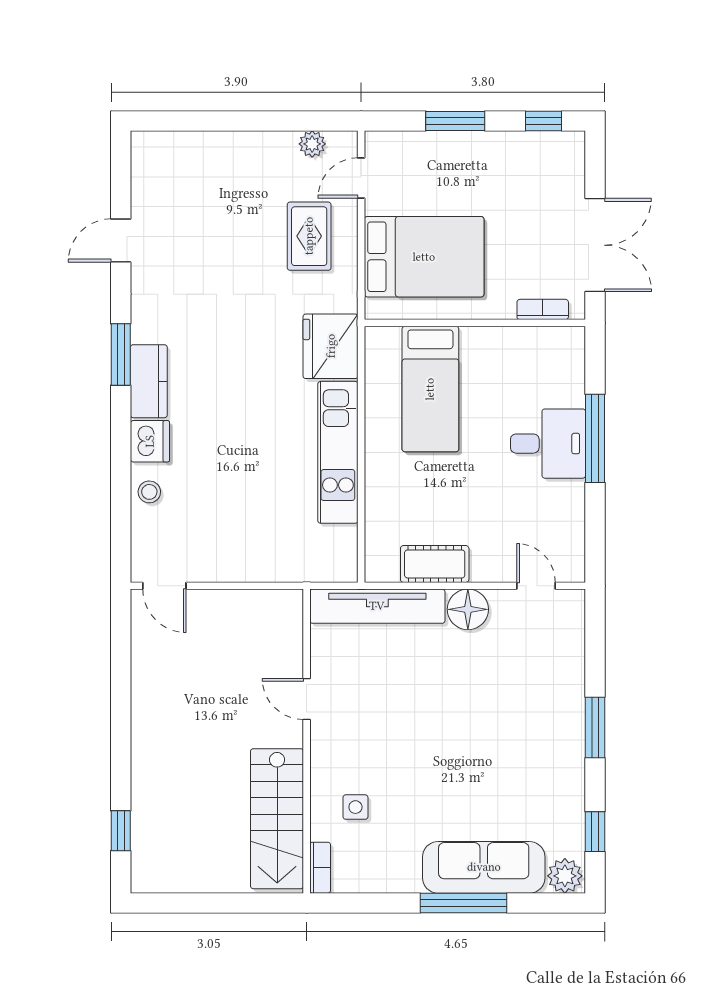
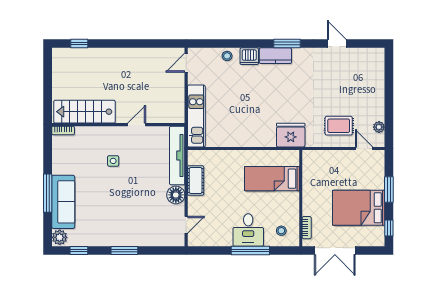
bed: (424, 257) -> (359, 208), moved, turned 90
stool: (550, 368) -> (281, 231), added
kitchen unit: (338, 452) -> (196, 116), moved, turned 90
side table: (355, 807) -> (113, 161), moved

